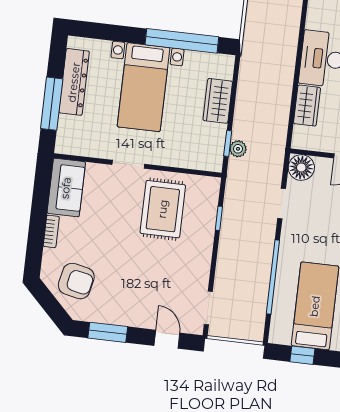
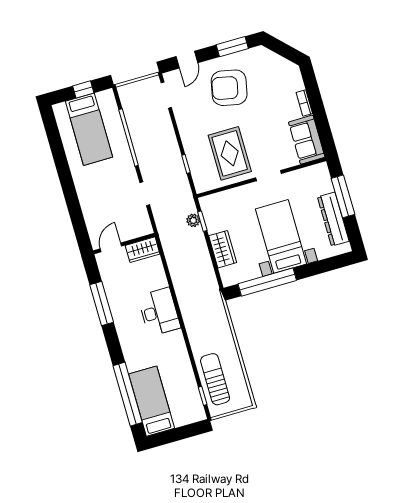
wardrobe: (307, 105) -> (143, 250), moved, turned -90
floor lamp: (301, 168) -> (141, 226), removed
armchair: (76, 281) -> (229, 88), moved, width x1.36, depth x1.36
door: (167, 339) -> (187, 60), hinge flipped

